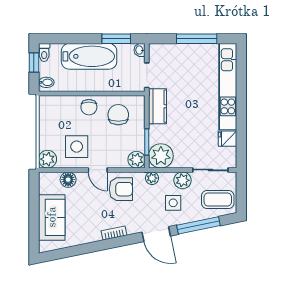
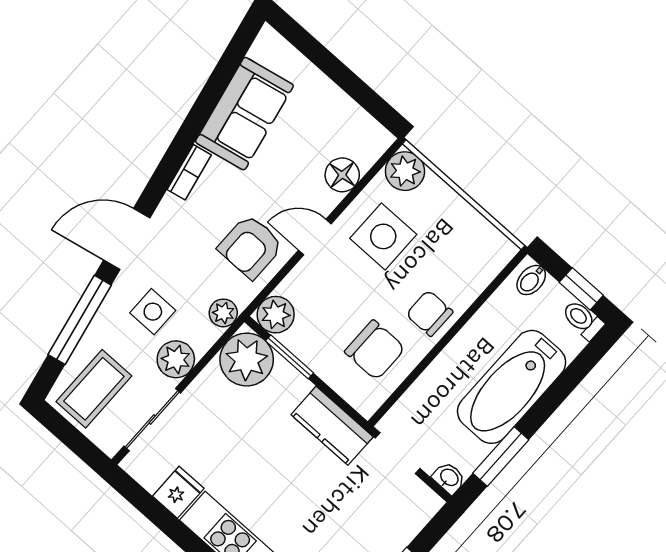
sofa: (52, 217) -> (244, 114), moved, turned -102

